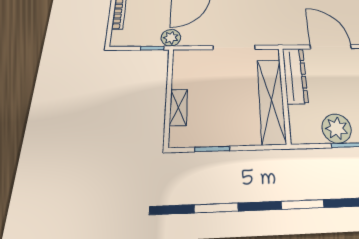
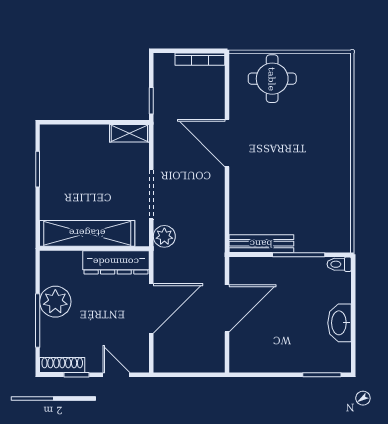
plant: (171, 38) -> (164, 236), moved
shelving: (178, 107) -> (129, 133), moved

